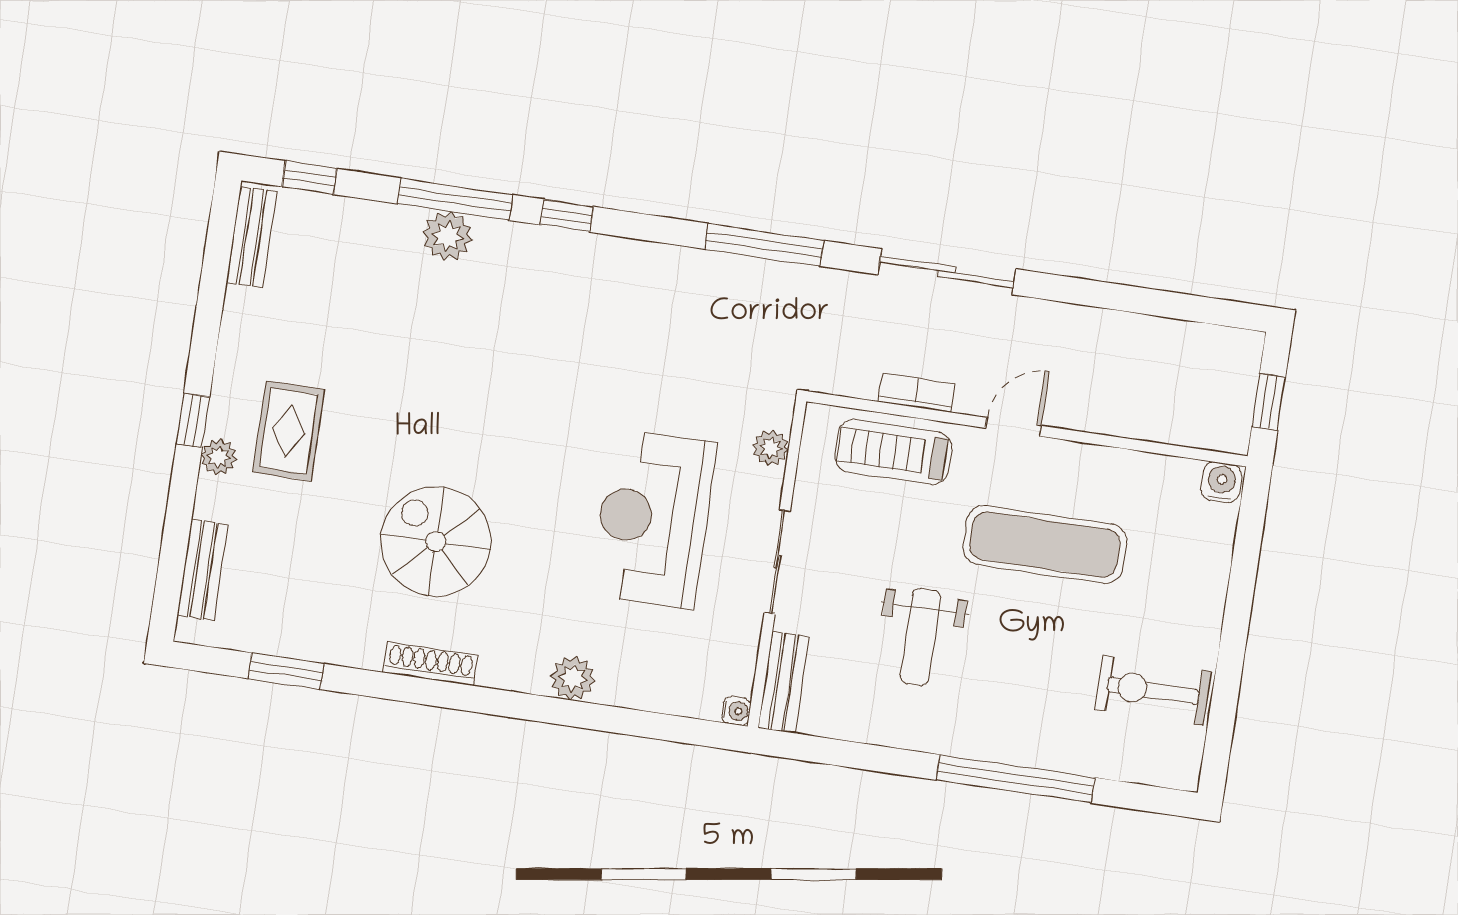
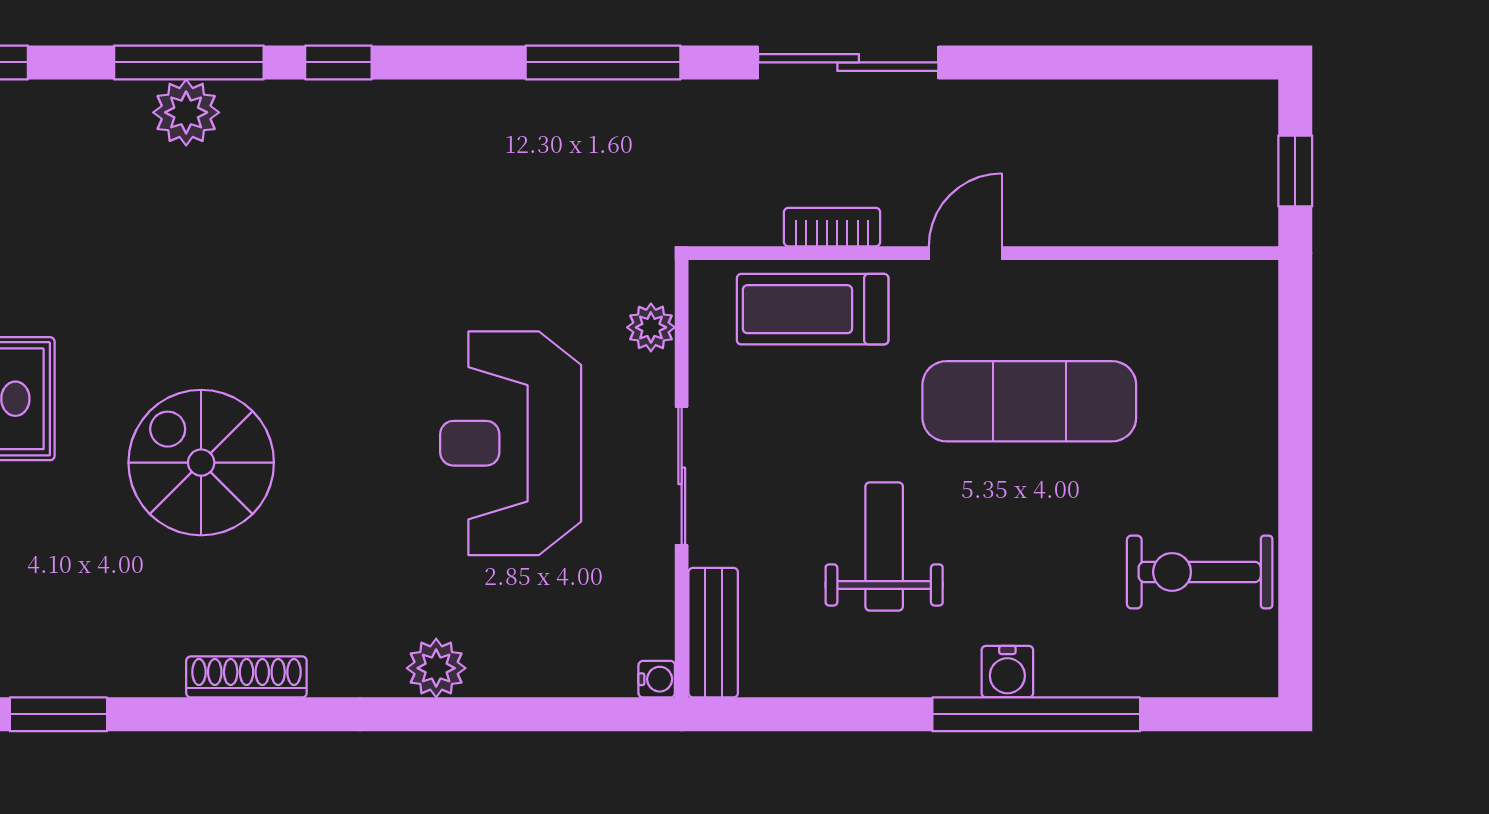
water cooler: (1221, 482) -> (1007, 672), moved, turned 180
spiral stairs: (436, 541) -> (201, 463), moved
weight bench: (920, 637) -> (884, 546), turned 180

